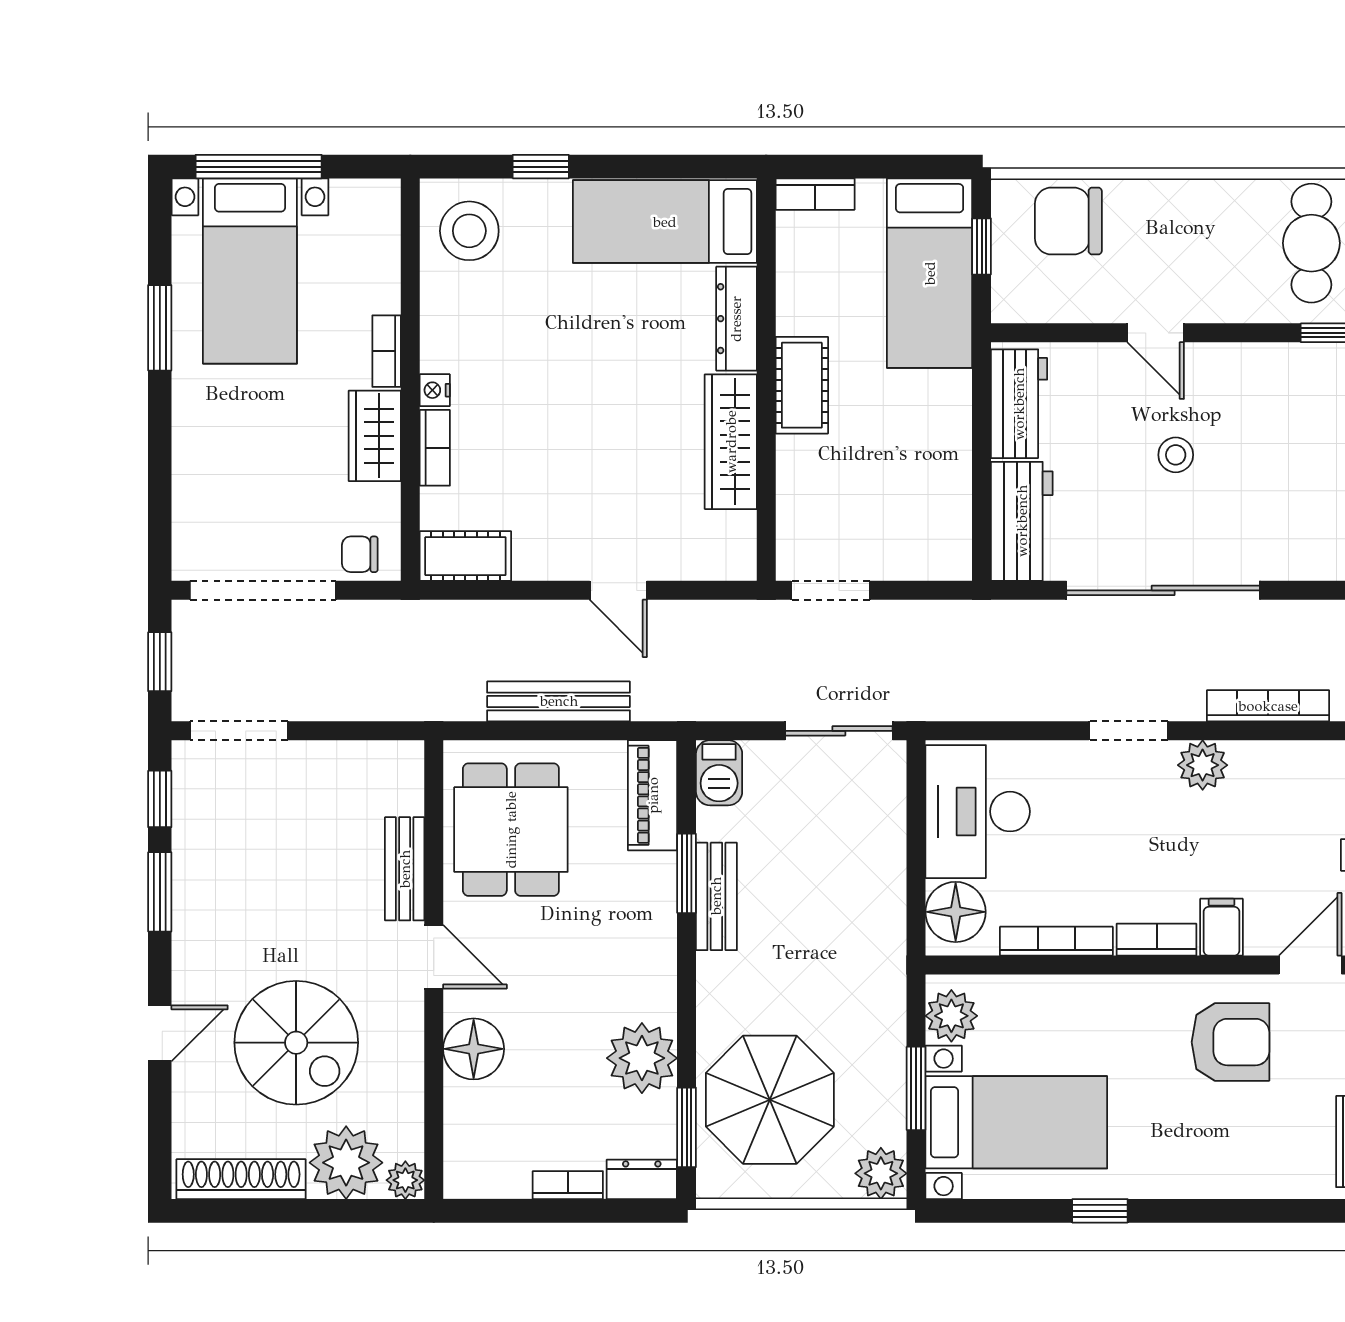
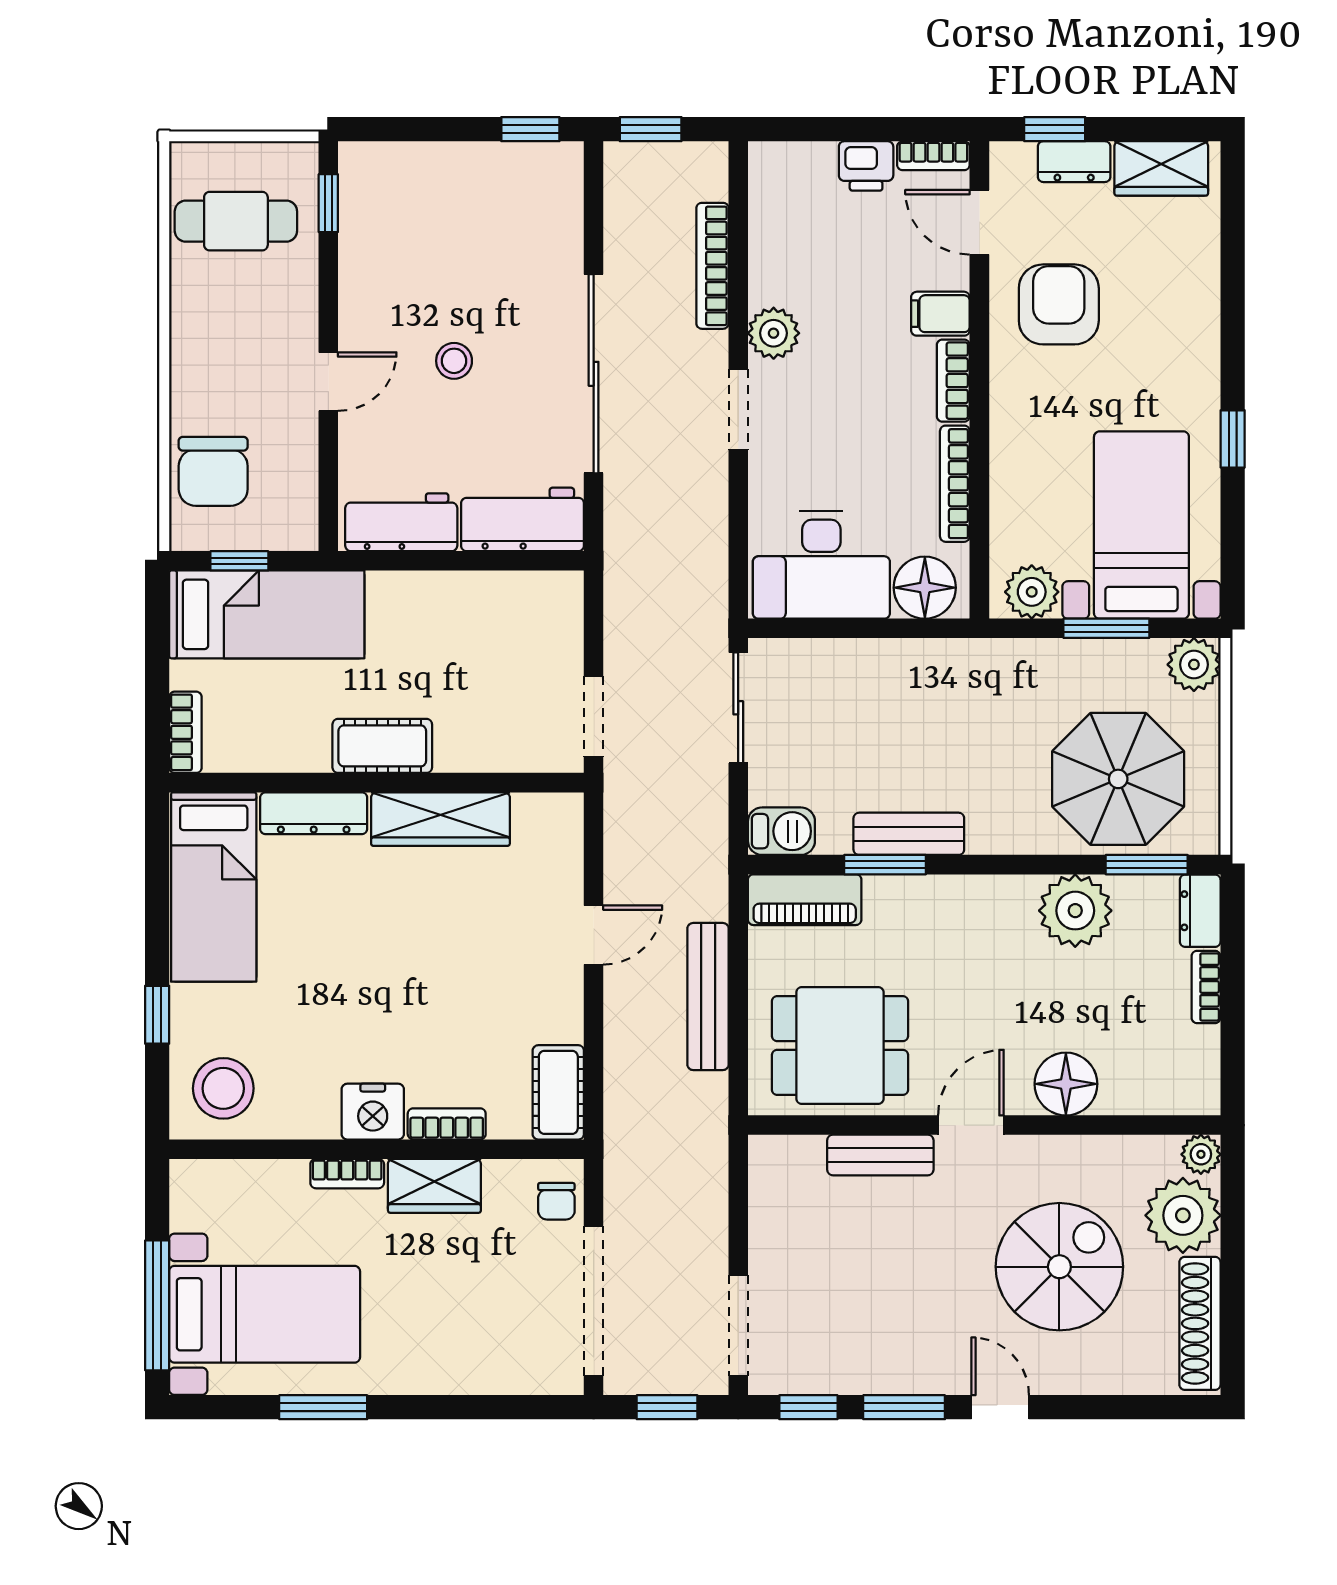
nightstand: (435, 390) -> (373, 1112), width x1.89, depth x1.79
door: (160, 1033) -> (1000, 1407), moved

